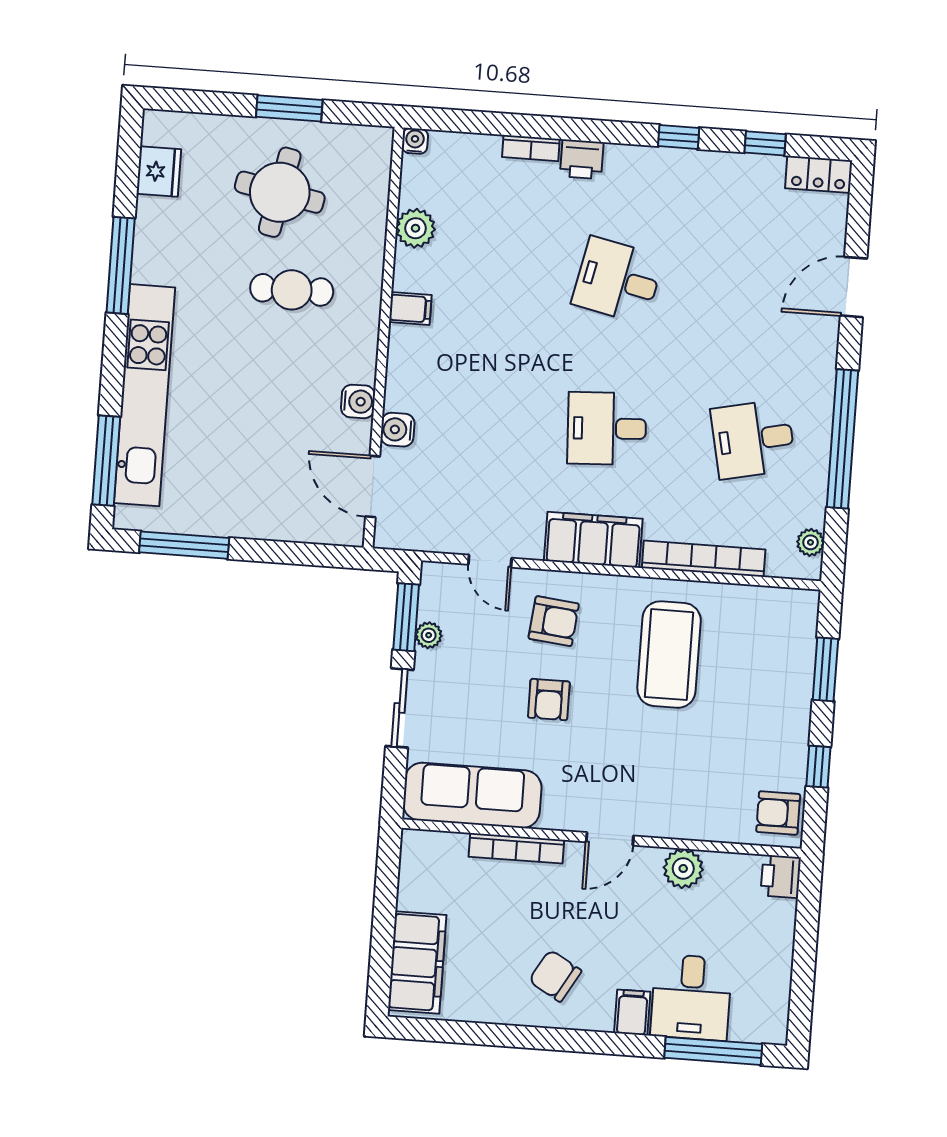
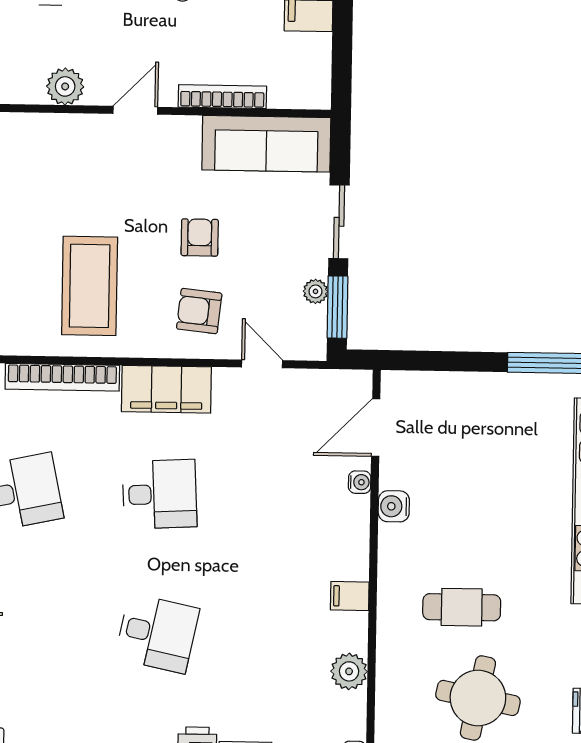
water cooler: (398, 430) -> (360, 482), width x0.72, depth x0.72
door: (373, 487) -> (376, 428), swing flipped

